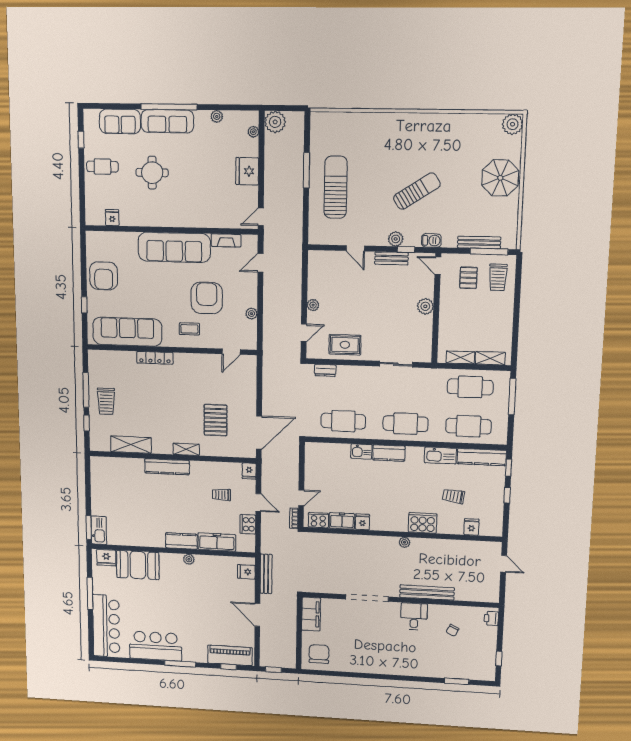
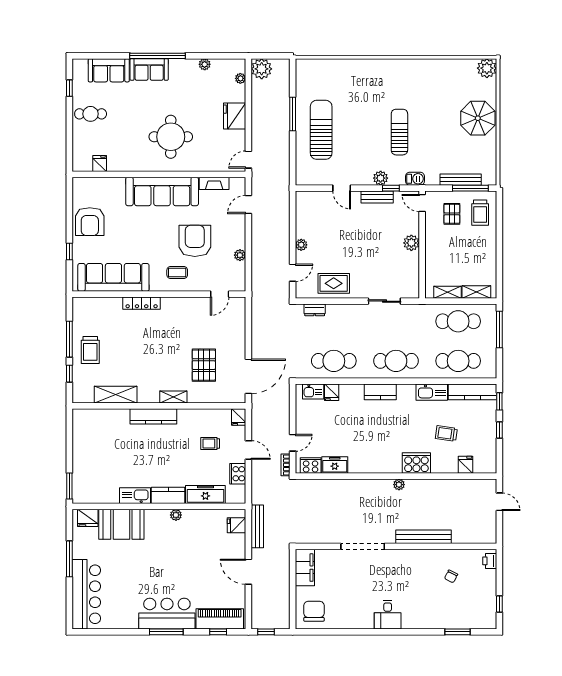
sofa: (167, 121) -> (149, 69), width x0.73
round table: (152, 173) -> (171, 137), moved, width x1.36, depth x1.36
sun lounger: (417, 191) -> (399, 132), turned -57
kitchen sink: (361, 451) -> (313, 391), moved
fridge: (362, 522) -> (332, 392), moved, turned 180
kitchen sink: (99, 530) -> (135, 496), moved, turned -90
desk: (414, 616) -> (388, 615), moved, turned 180
bar counter: (156, 646) -> (167, 614), moved

